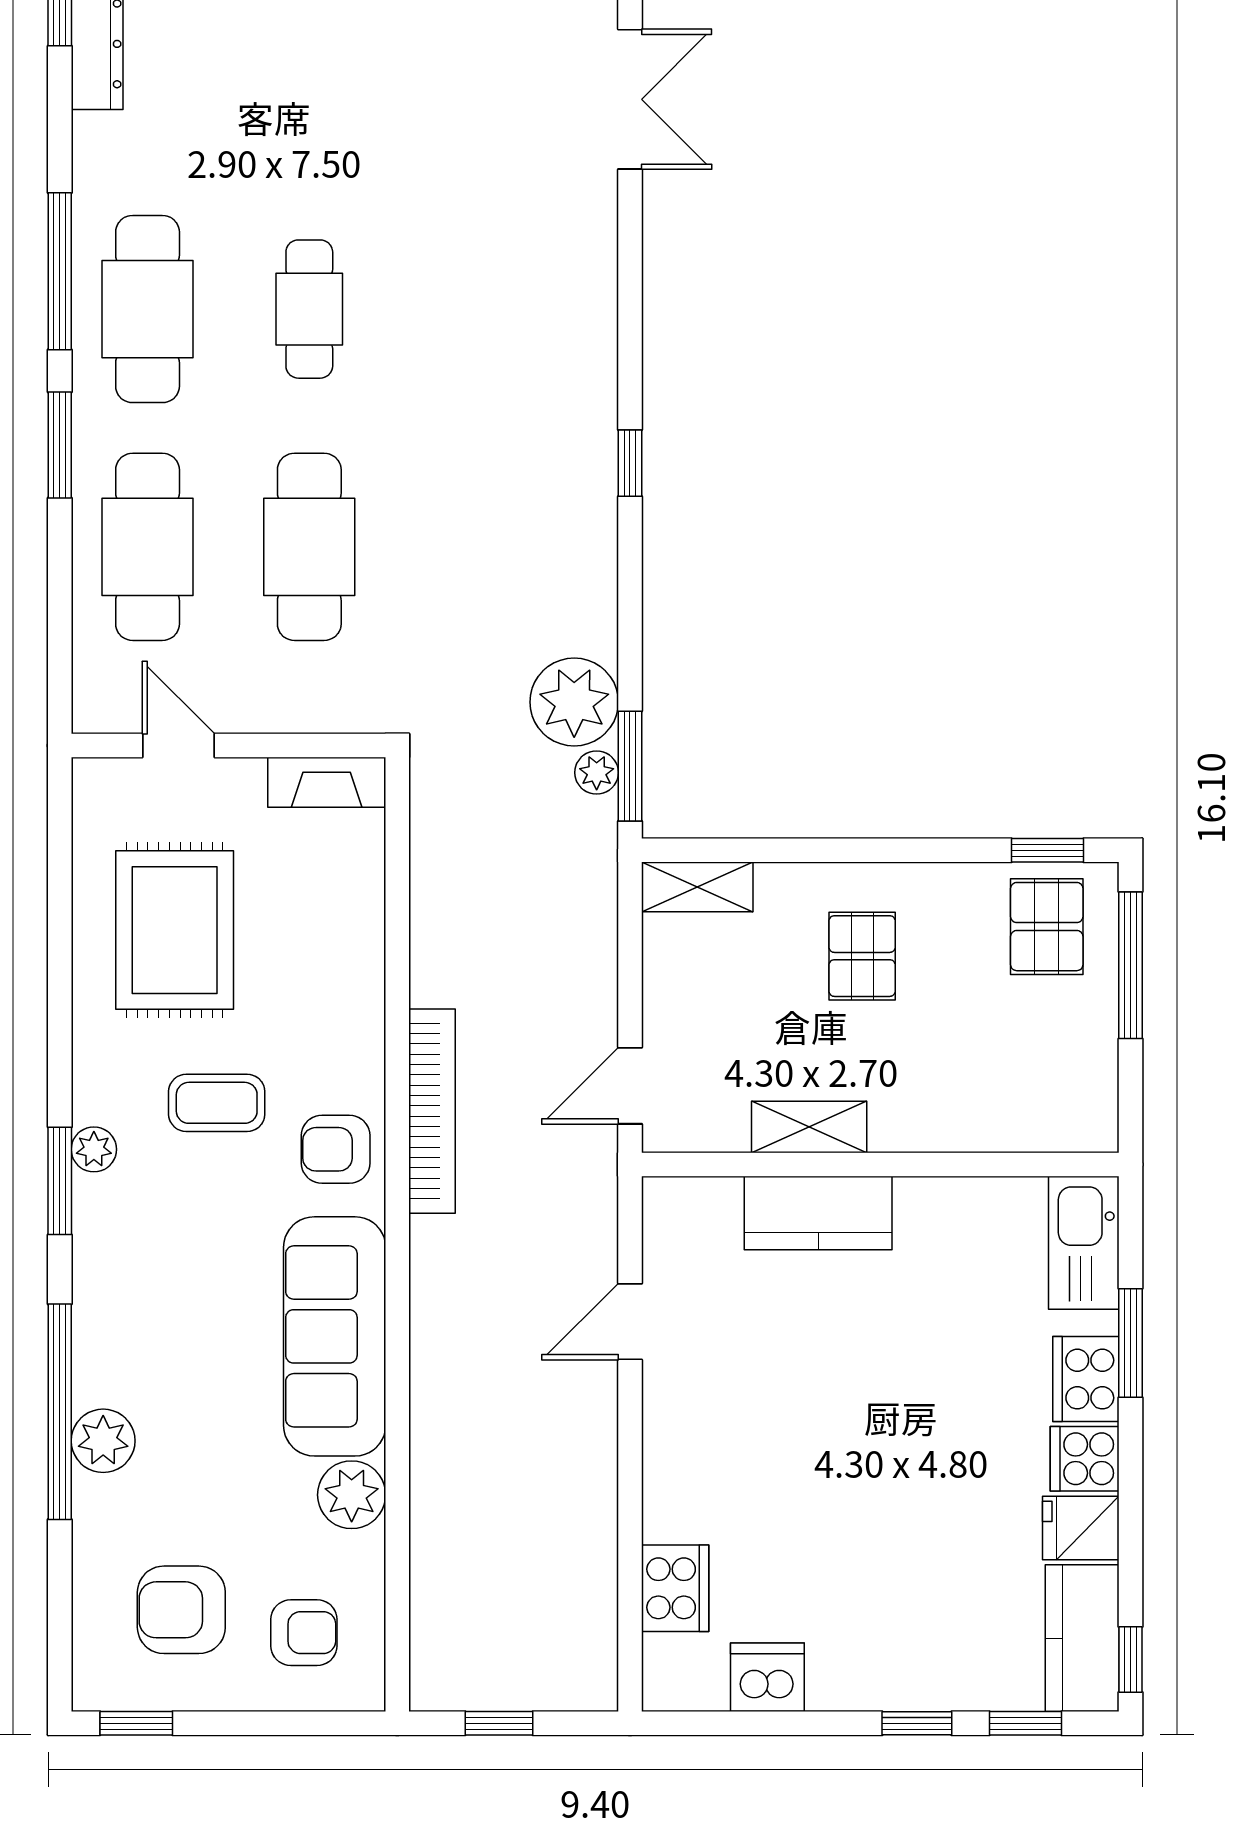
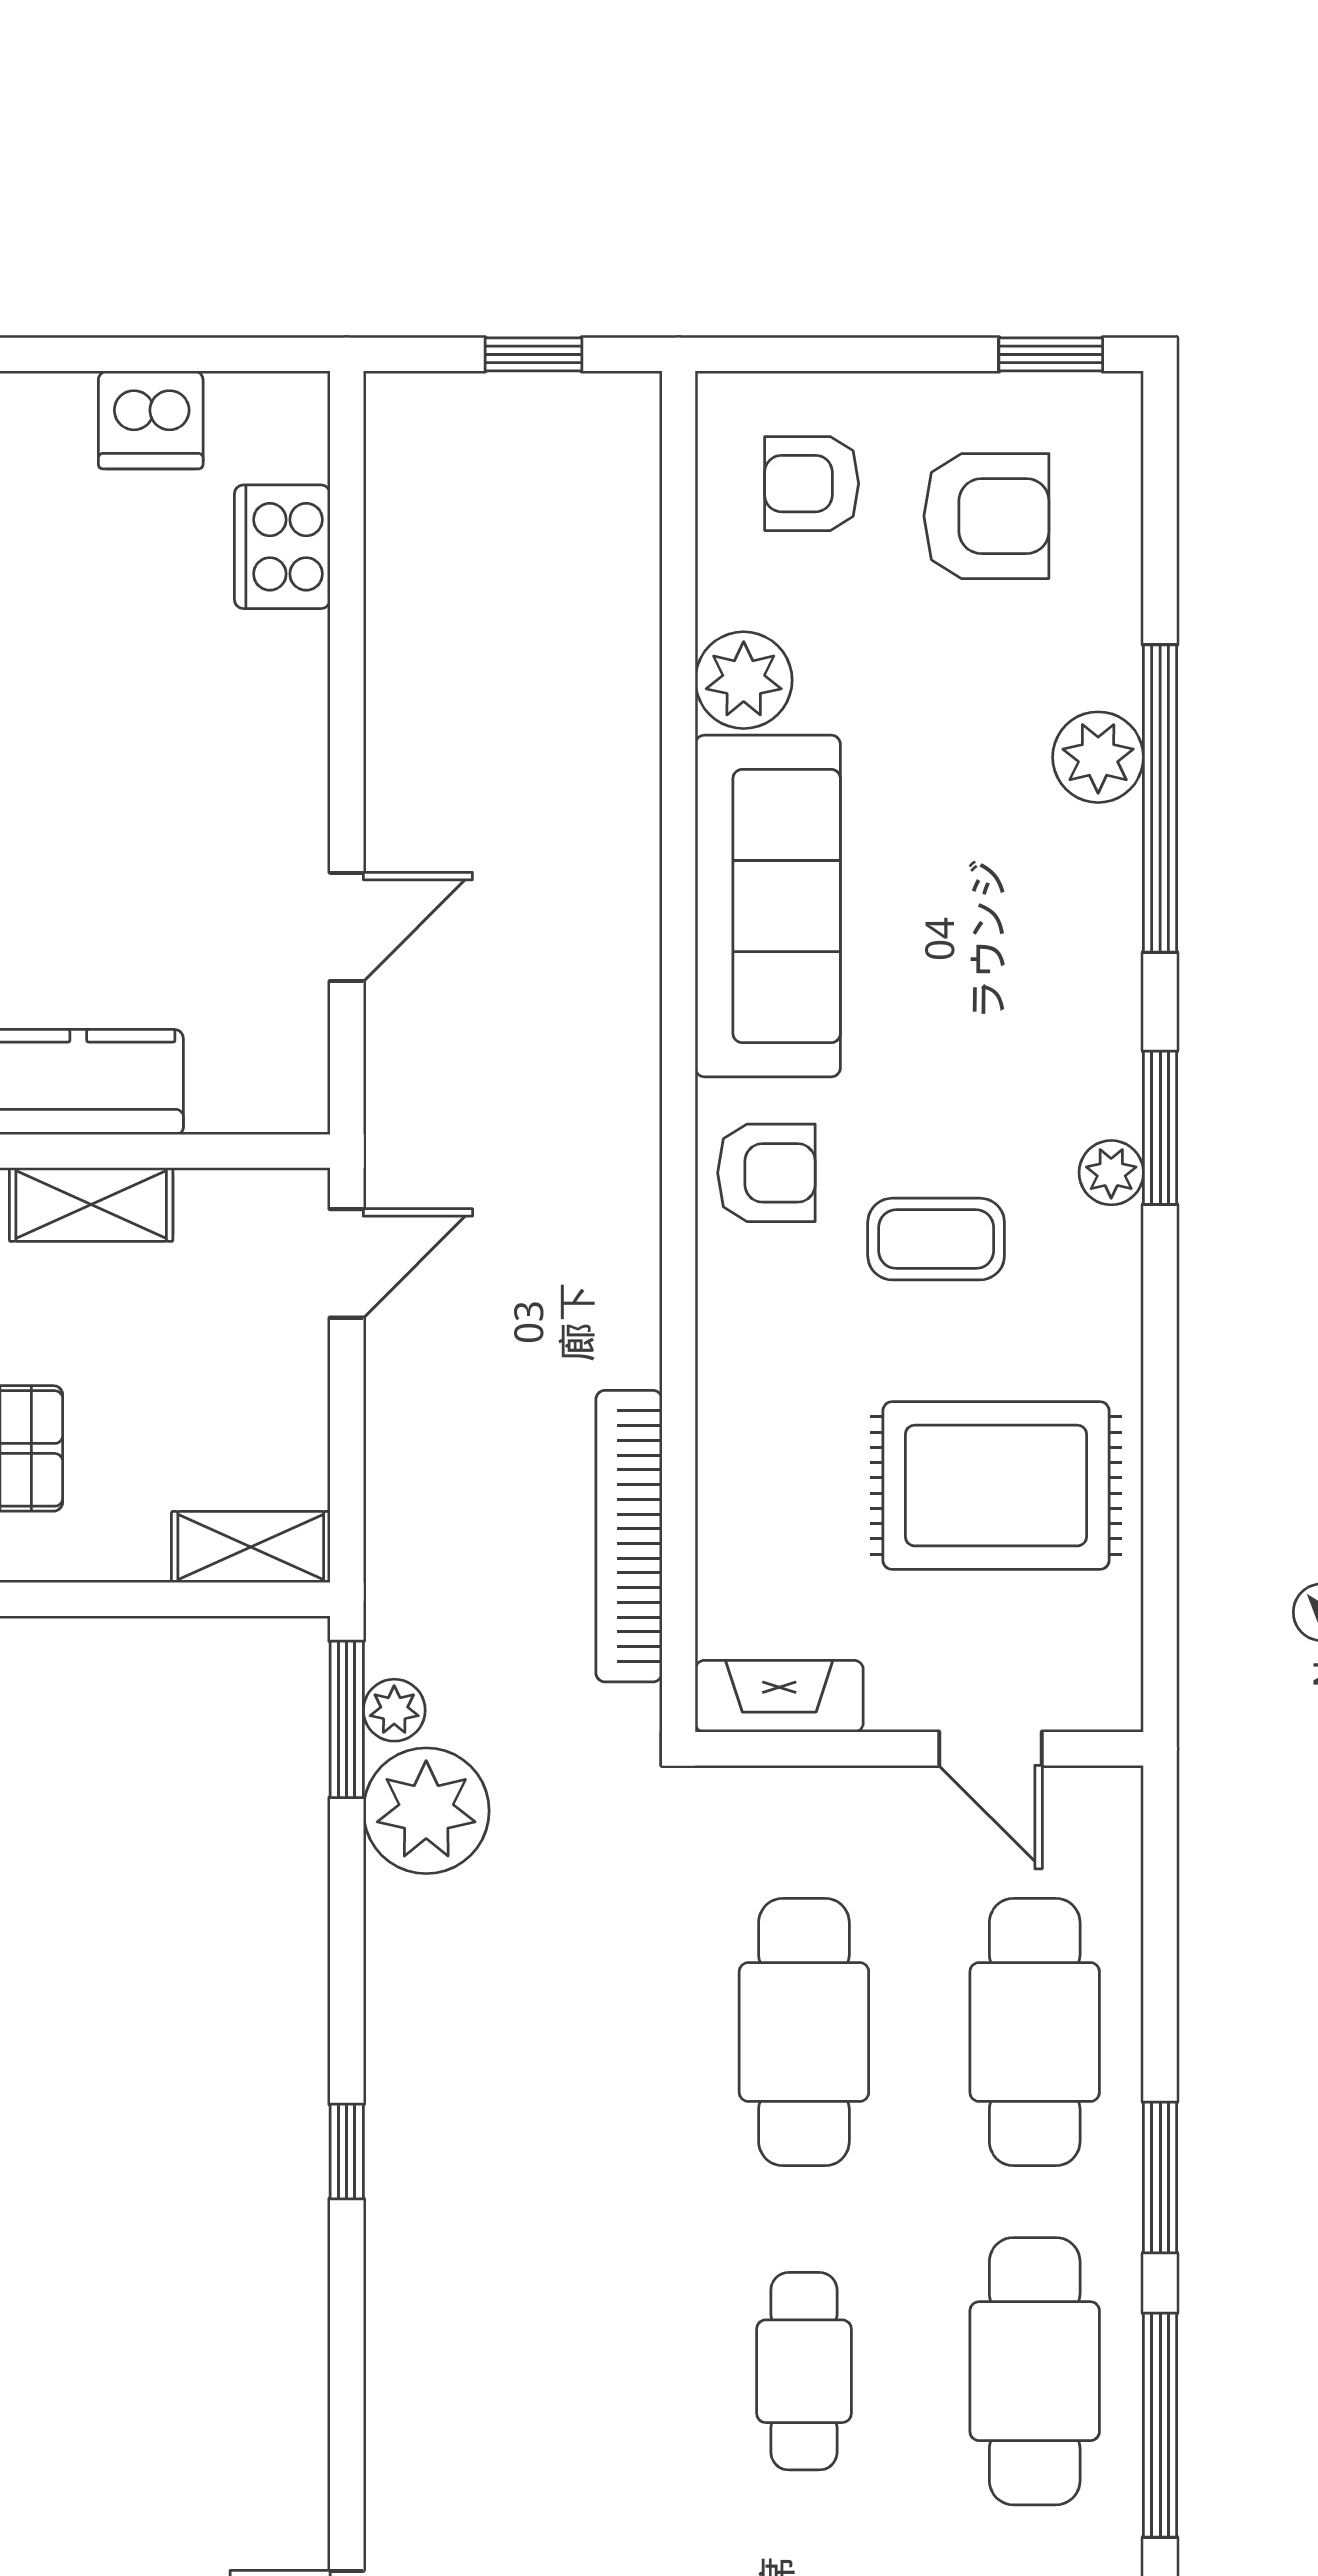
rug: (175, 930) -> (996, 1486), turned 90
bookcase: (432, 1111) -> (629, 1536), moved

